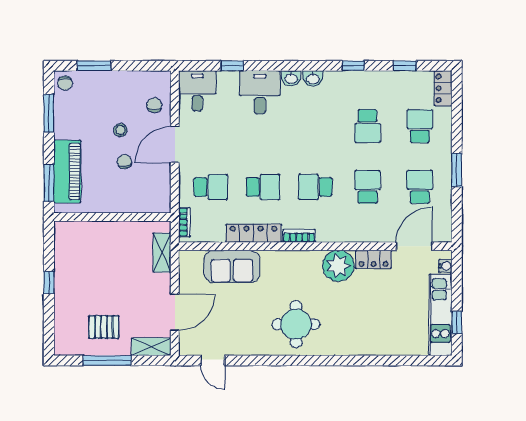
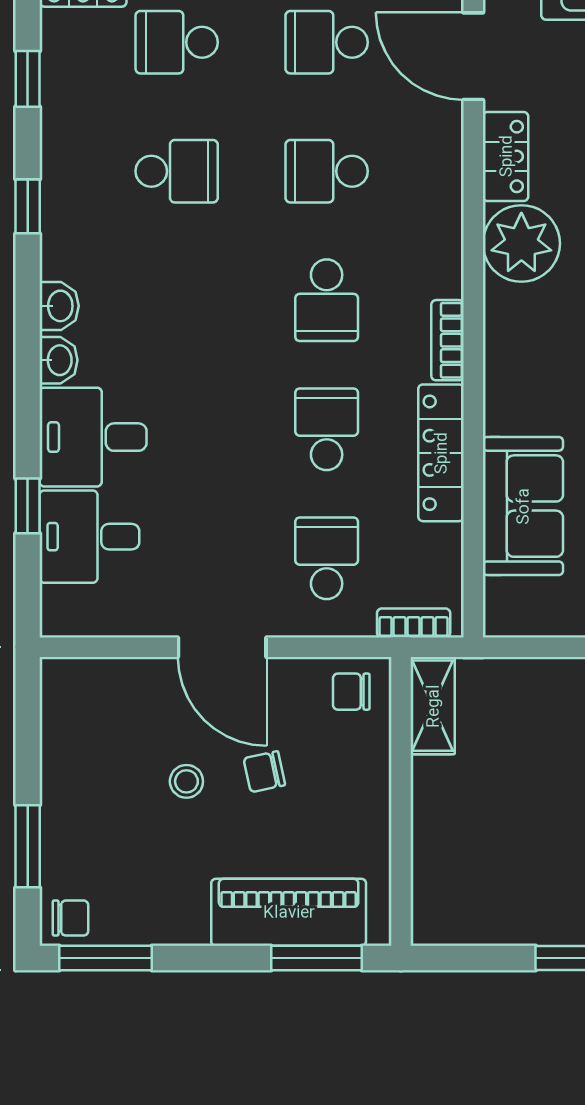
desk: (197, 91) -> (89, 537), moved
chair: (154, 105) -> (351, 692), moved
window: (49, 113) -> (105, 958), moved
shelving: (162, 253) -> (433, 706), moved, turned 90

